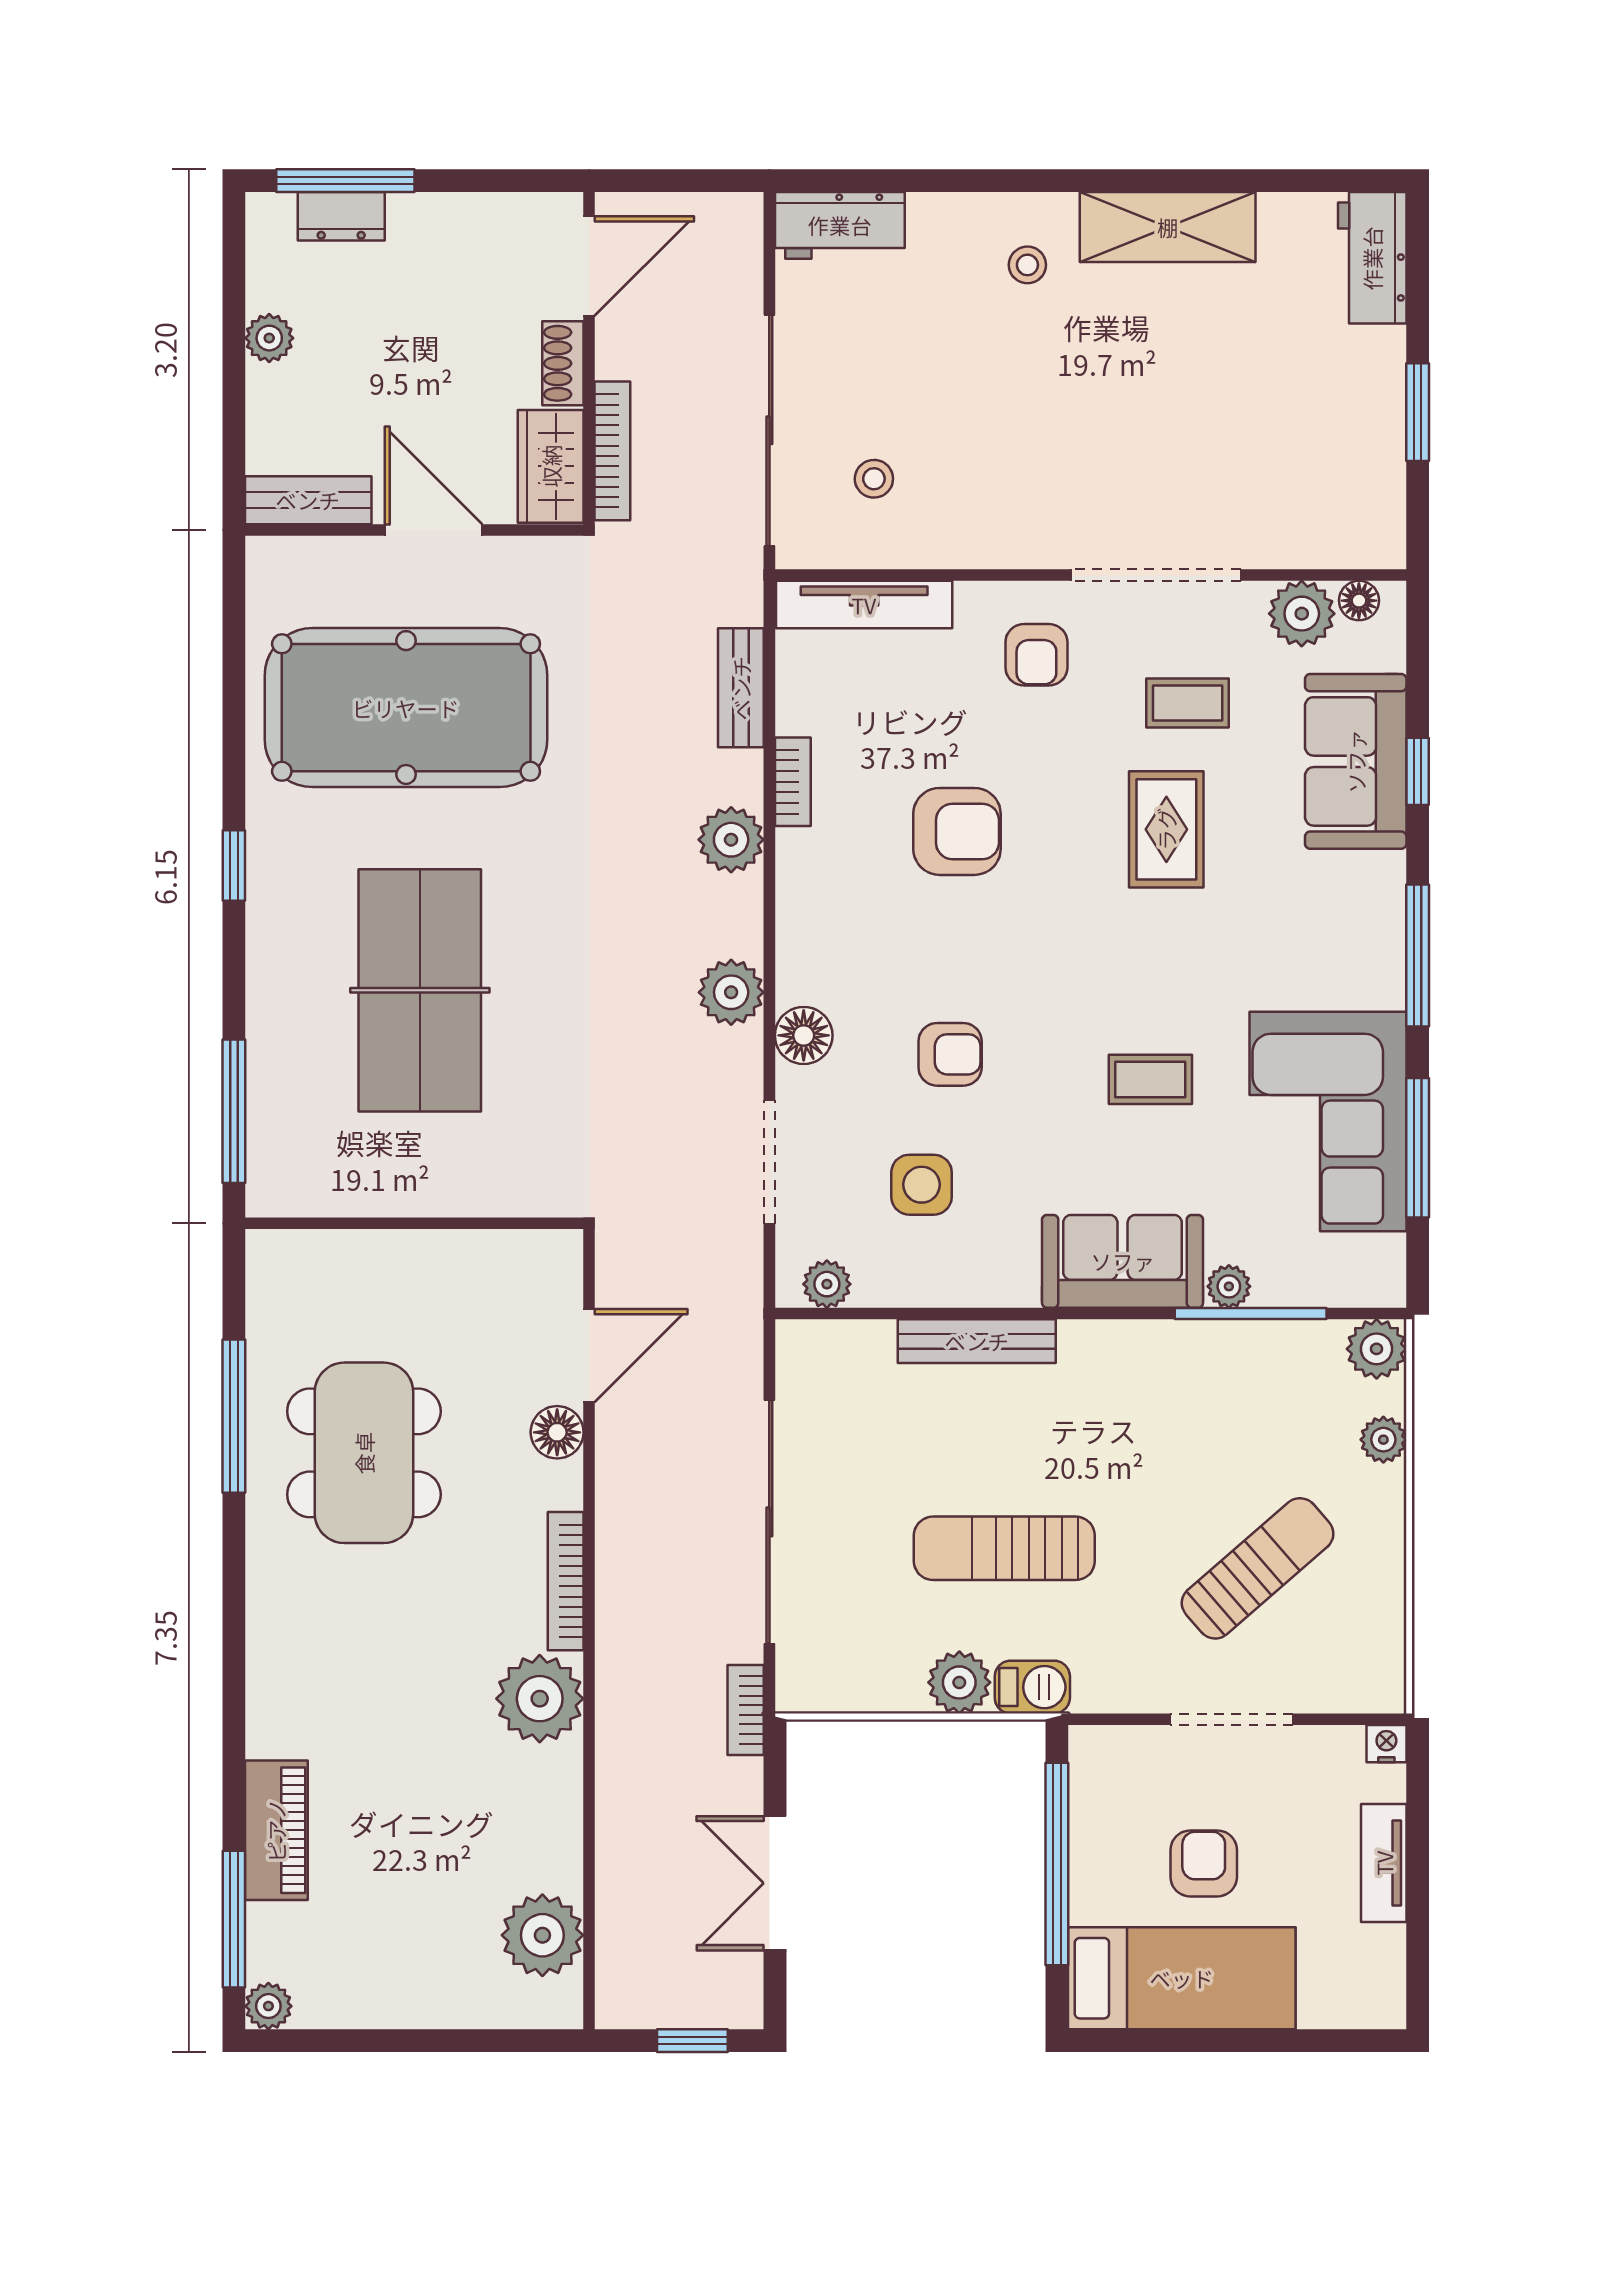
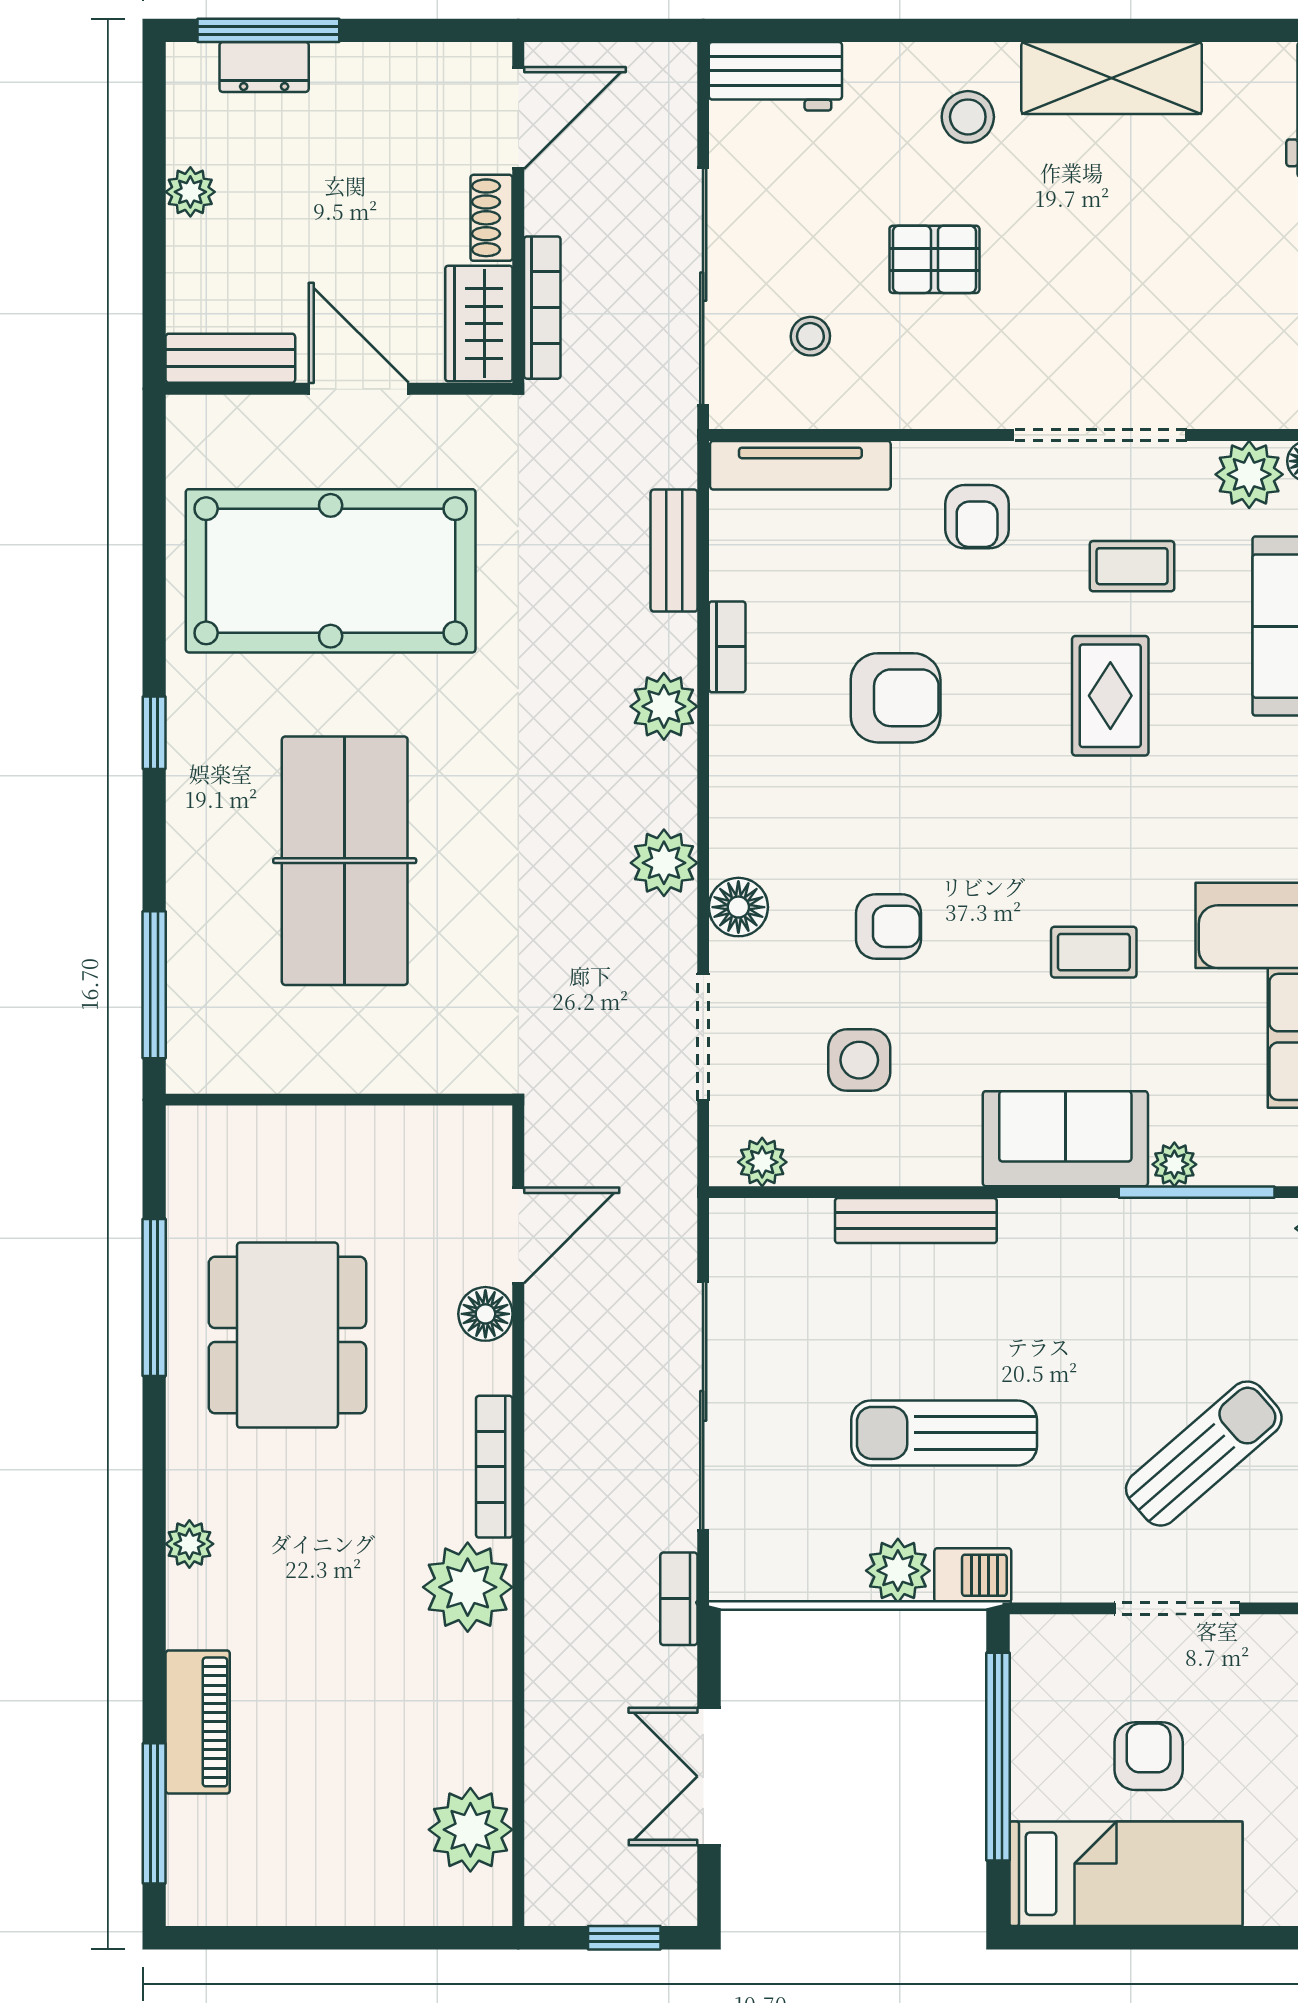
stool: (1027, 265) -> (968, 117), width x1.37, depth x1.37
pallet: (995, 404) -> (934, 259), added
plant: (268, 2006) -> (189, 1544), moved

